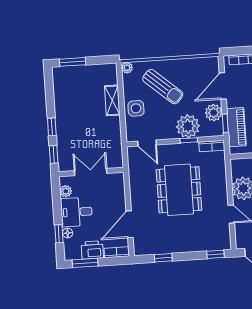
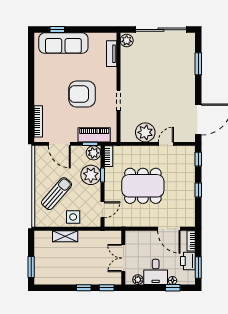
plant: (127, 68) -> (39, 222), removed
plant: (214, 113) -> (93, 153), moved
window: (163, 258) -> (198, 190), moved

